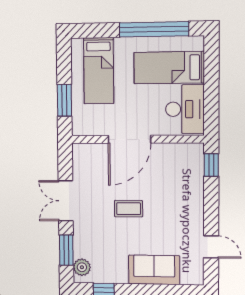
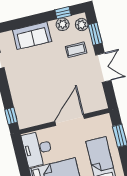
coffee table: (129, 209) -> (76, 50), moved
plant: (108, 274) -> (63, 24), added

